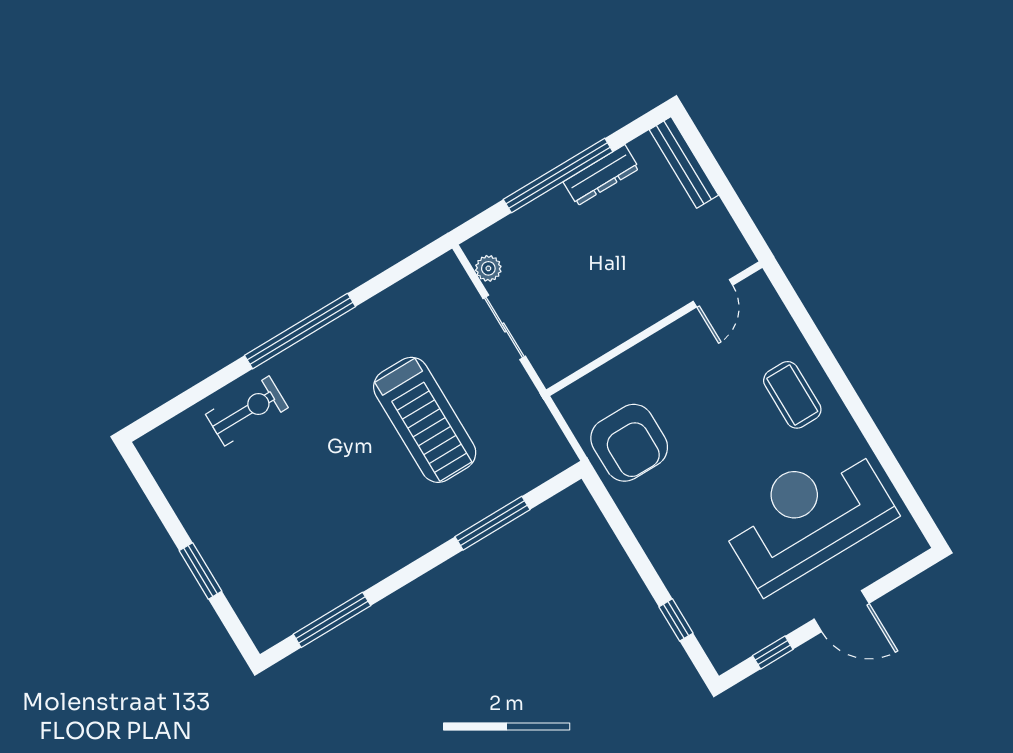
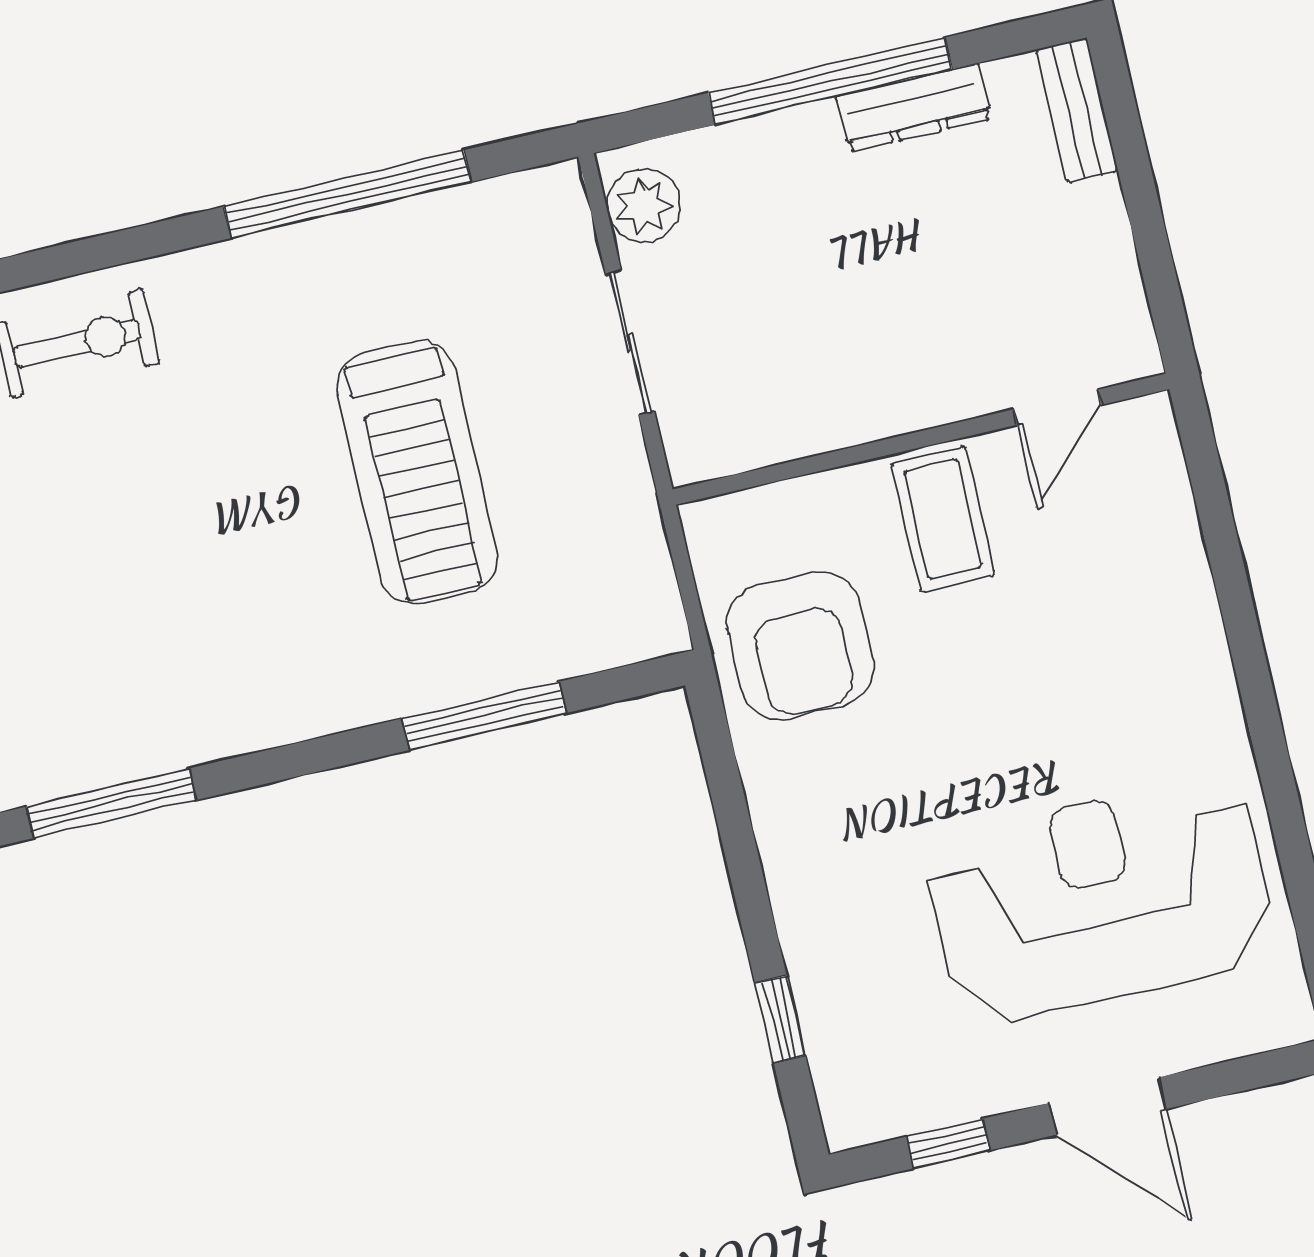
bench: (684, 162) -> (1077, 110), width x0.73
plant: (488, 268) -> (644, 206), width x1.38, depth x1.38
window: (300, 331) -> (347, 194), moved
coffee table: (792, 395) -> (943, 519), moved

